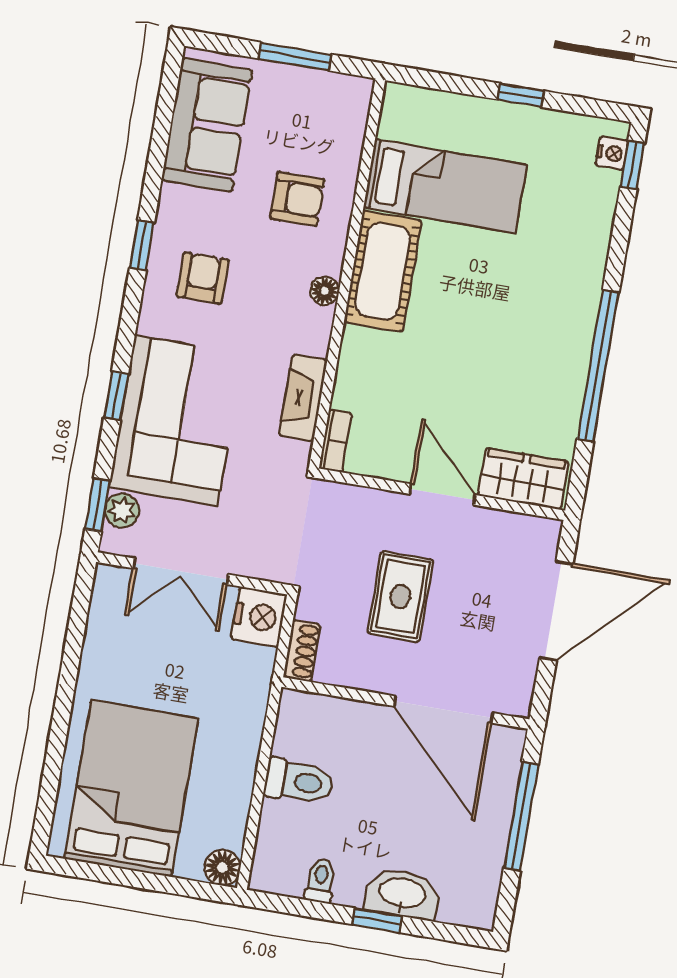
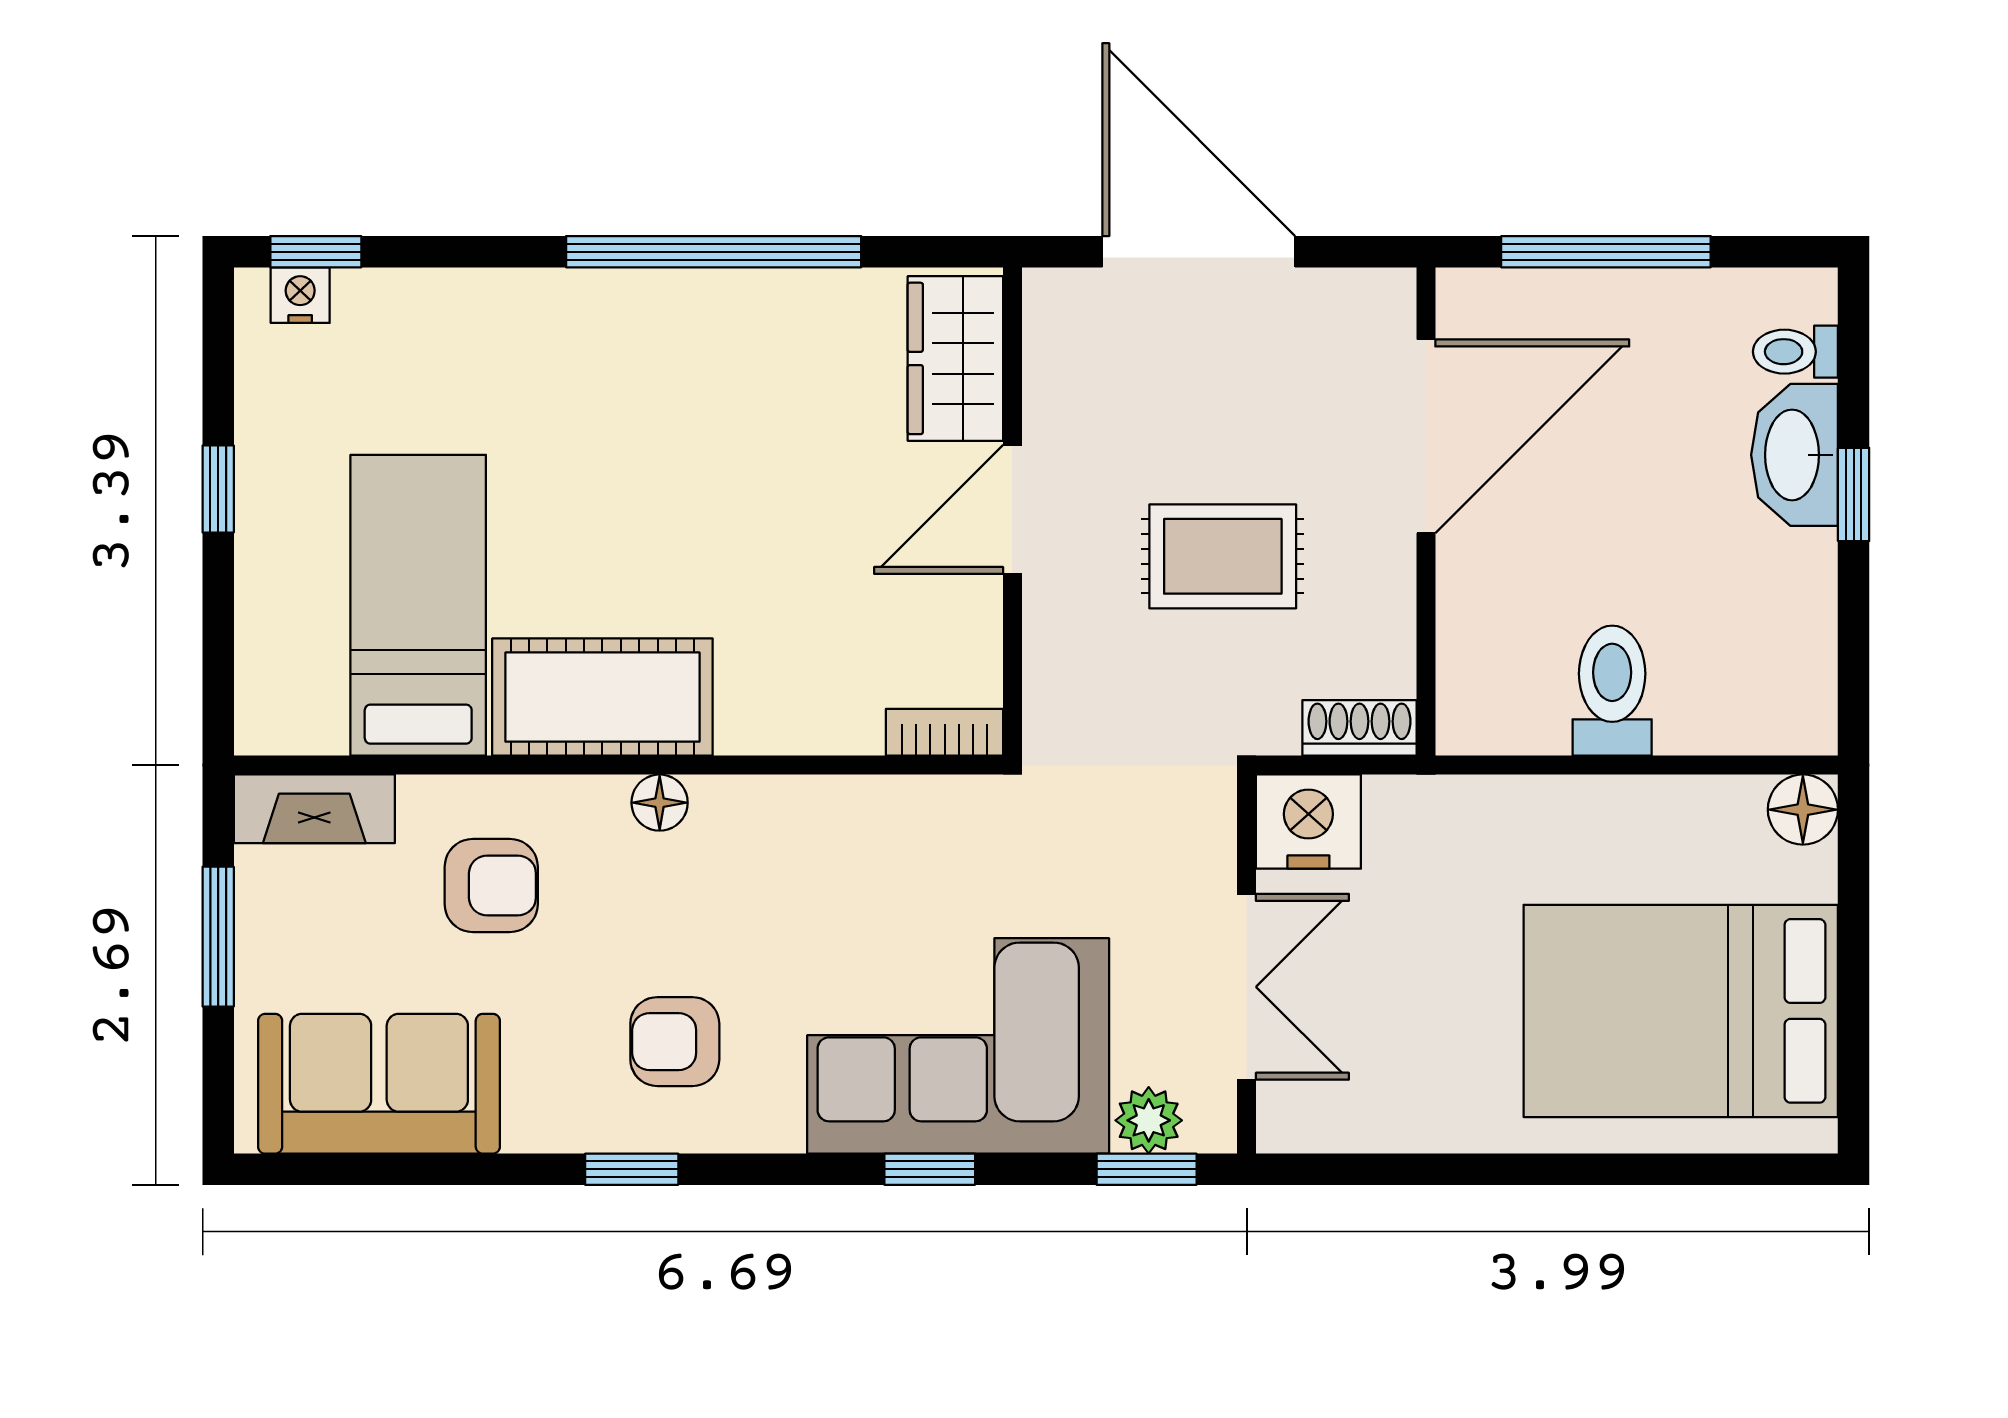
armchair: (297, 199) -> (491, 886), turned 90
fireplace: (303, 398) -> (314, 809), moved
toilet: (320, 880) -> (1795, 352), moved

